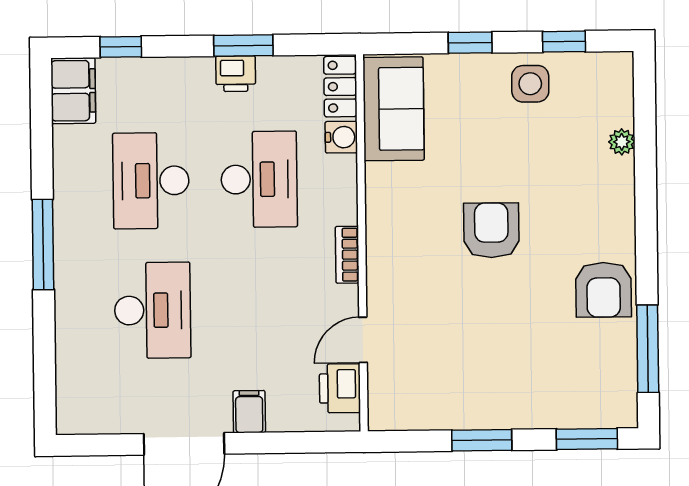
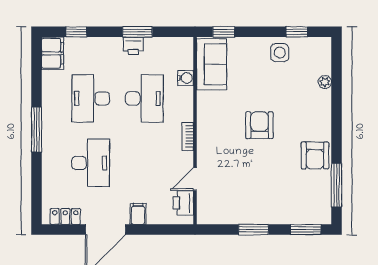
window: (470, 43) -> (224, 32), moved
locker: (340, 87) -> (65, 216), moved, turned 90

